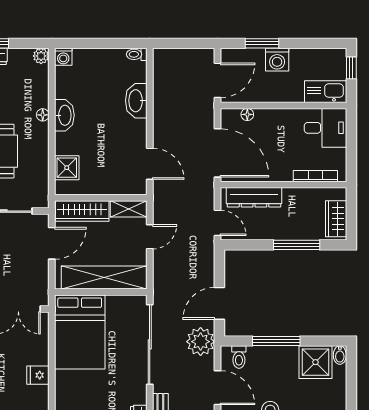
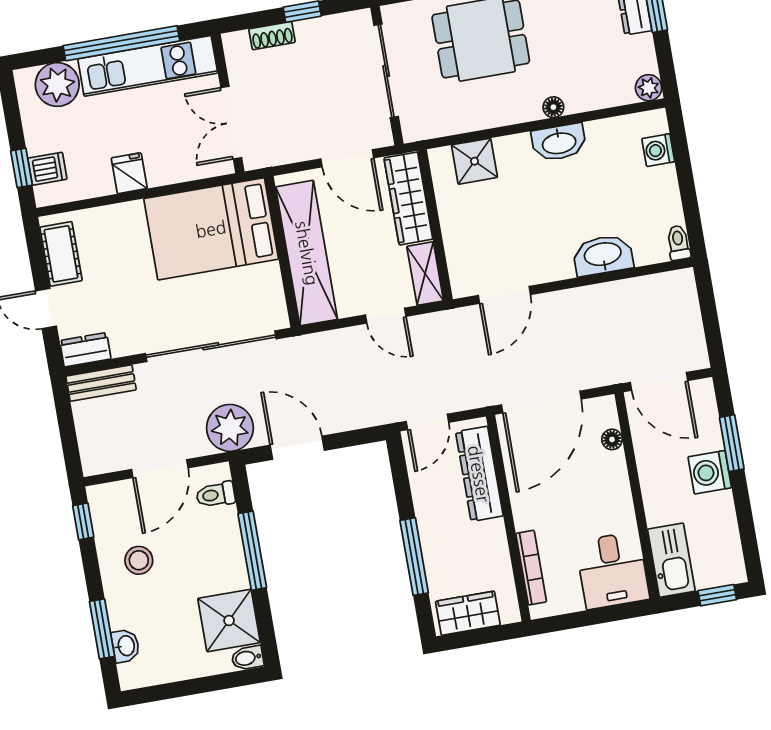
washing machine: (63, 57) -> (658, 150), moved

